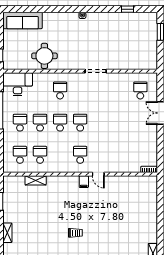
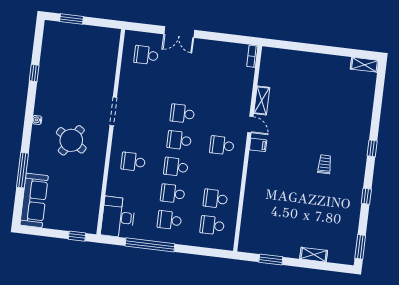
window: (44, 9) -> (22, 170), added
window: (127, 9) -> (34, 73), moved
round table: (44, 56) -> (71, 140), moved, turned 32
school desk: (100, 123) -> (182, 114), added
door: (98, 174) -> (250, 124), hinge flipped
shelving: (36, 180) -> (262, 100), moved

